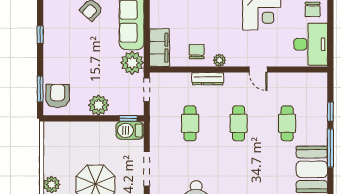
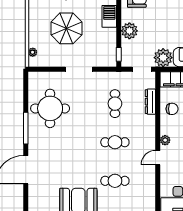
plant: (219, 60) -> (165, 140), moved
dresser: (208, 79) -> (150, 102), moved
cafe table: (190, 123) -> (115, 104), turned 90
barbecue: (130, 130) -> (109, 16), moved

